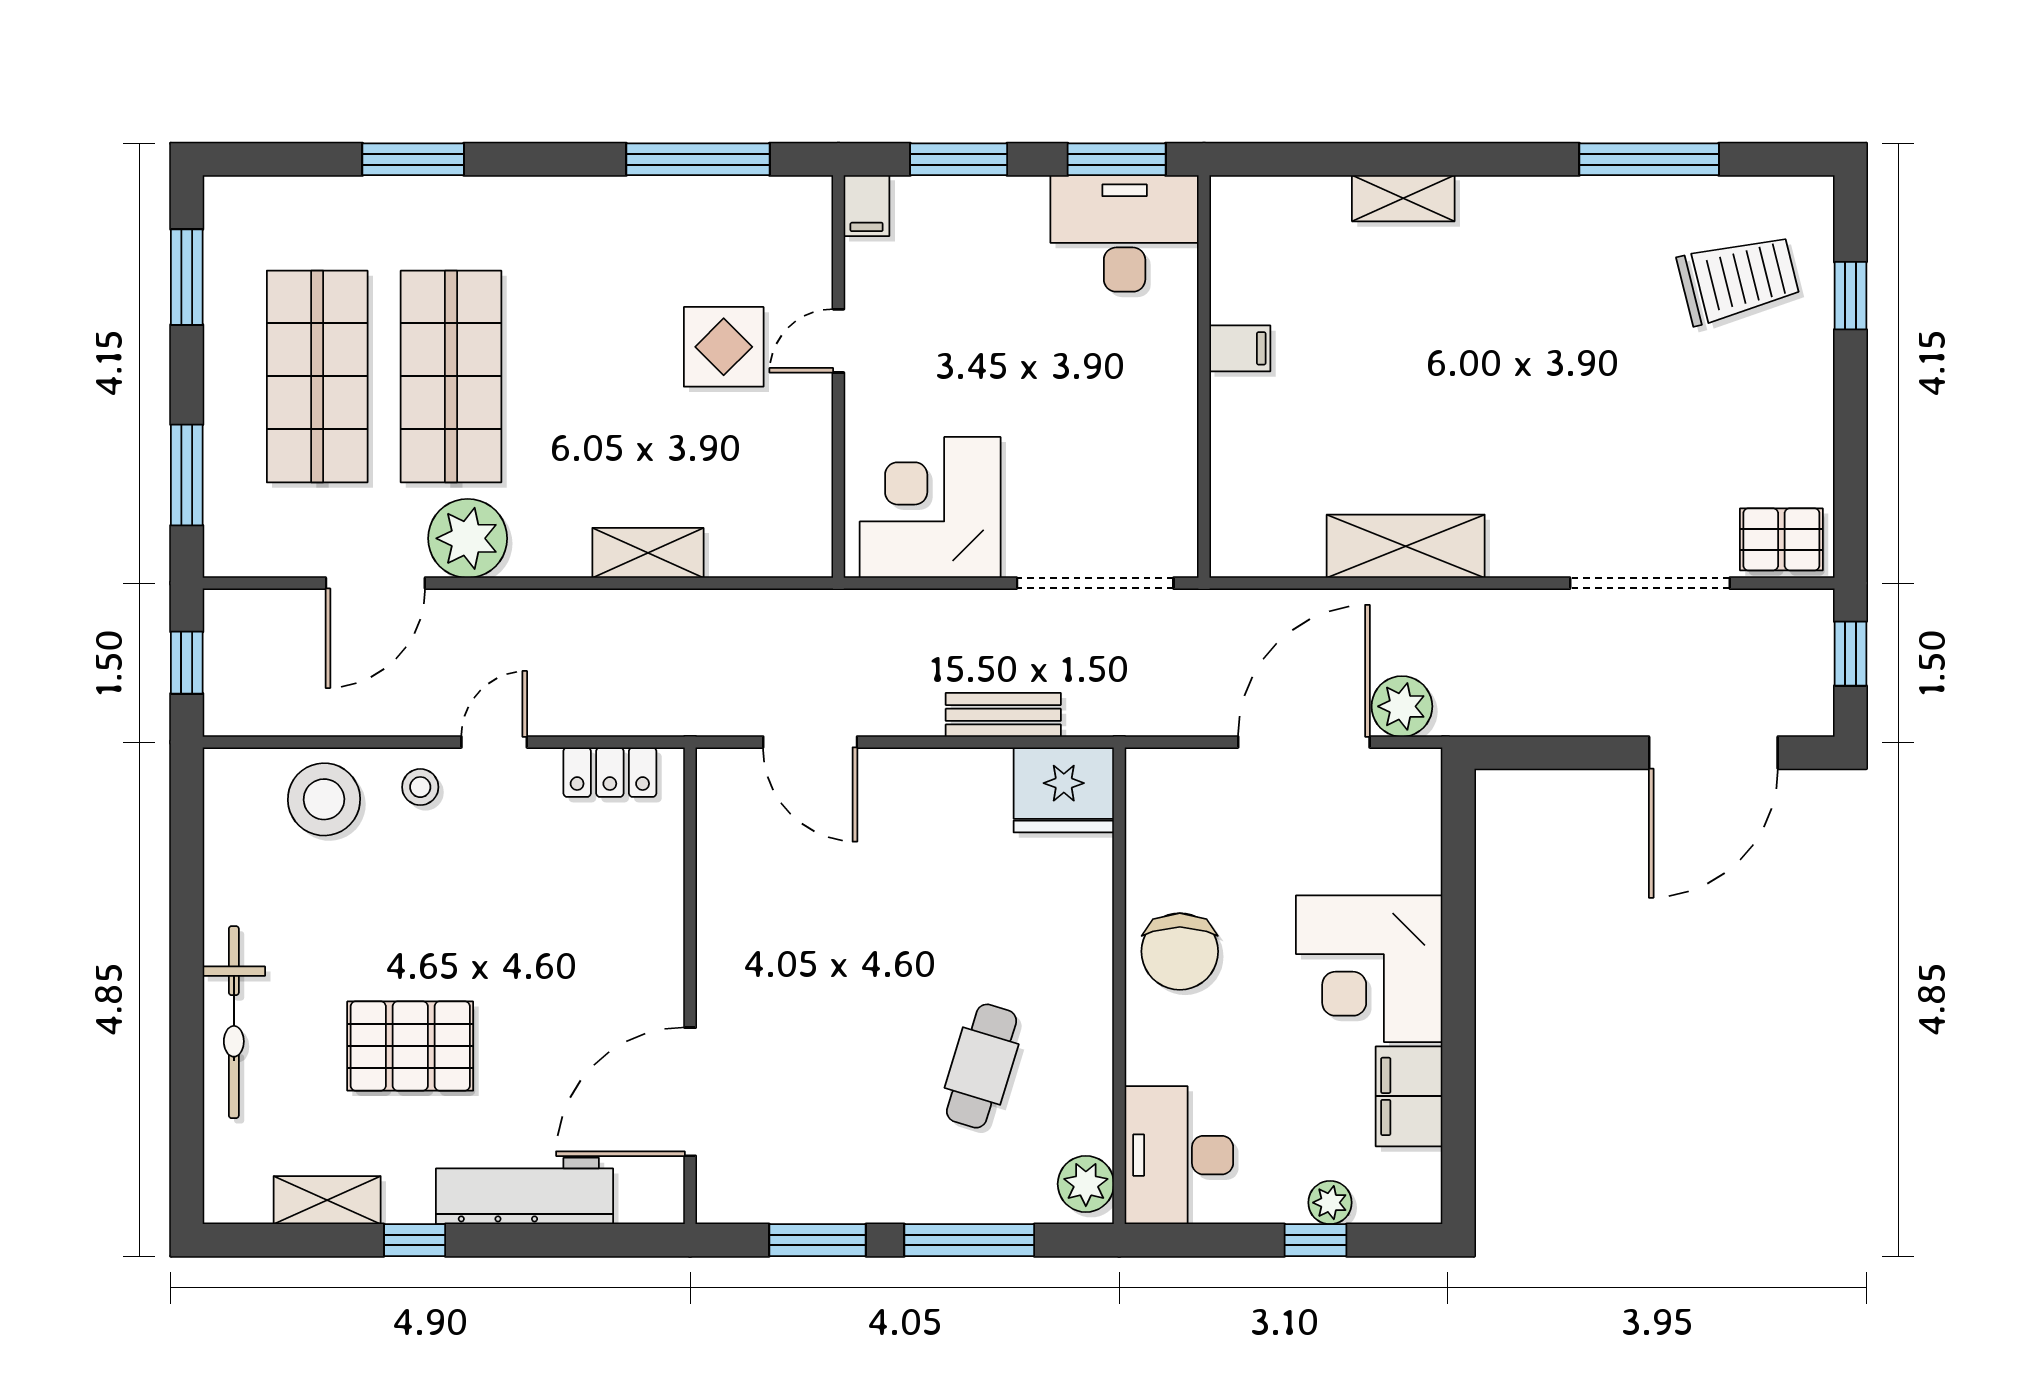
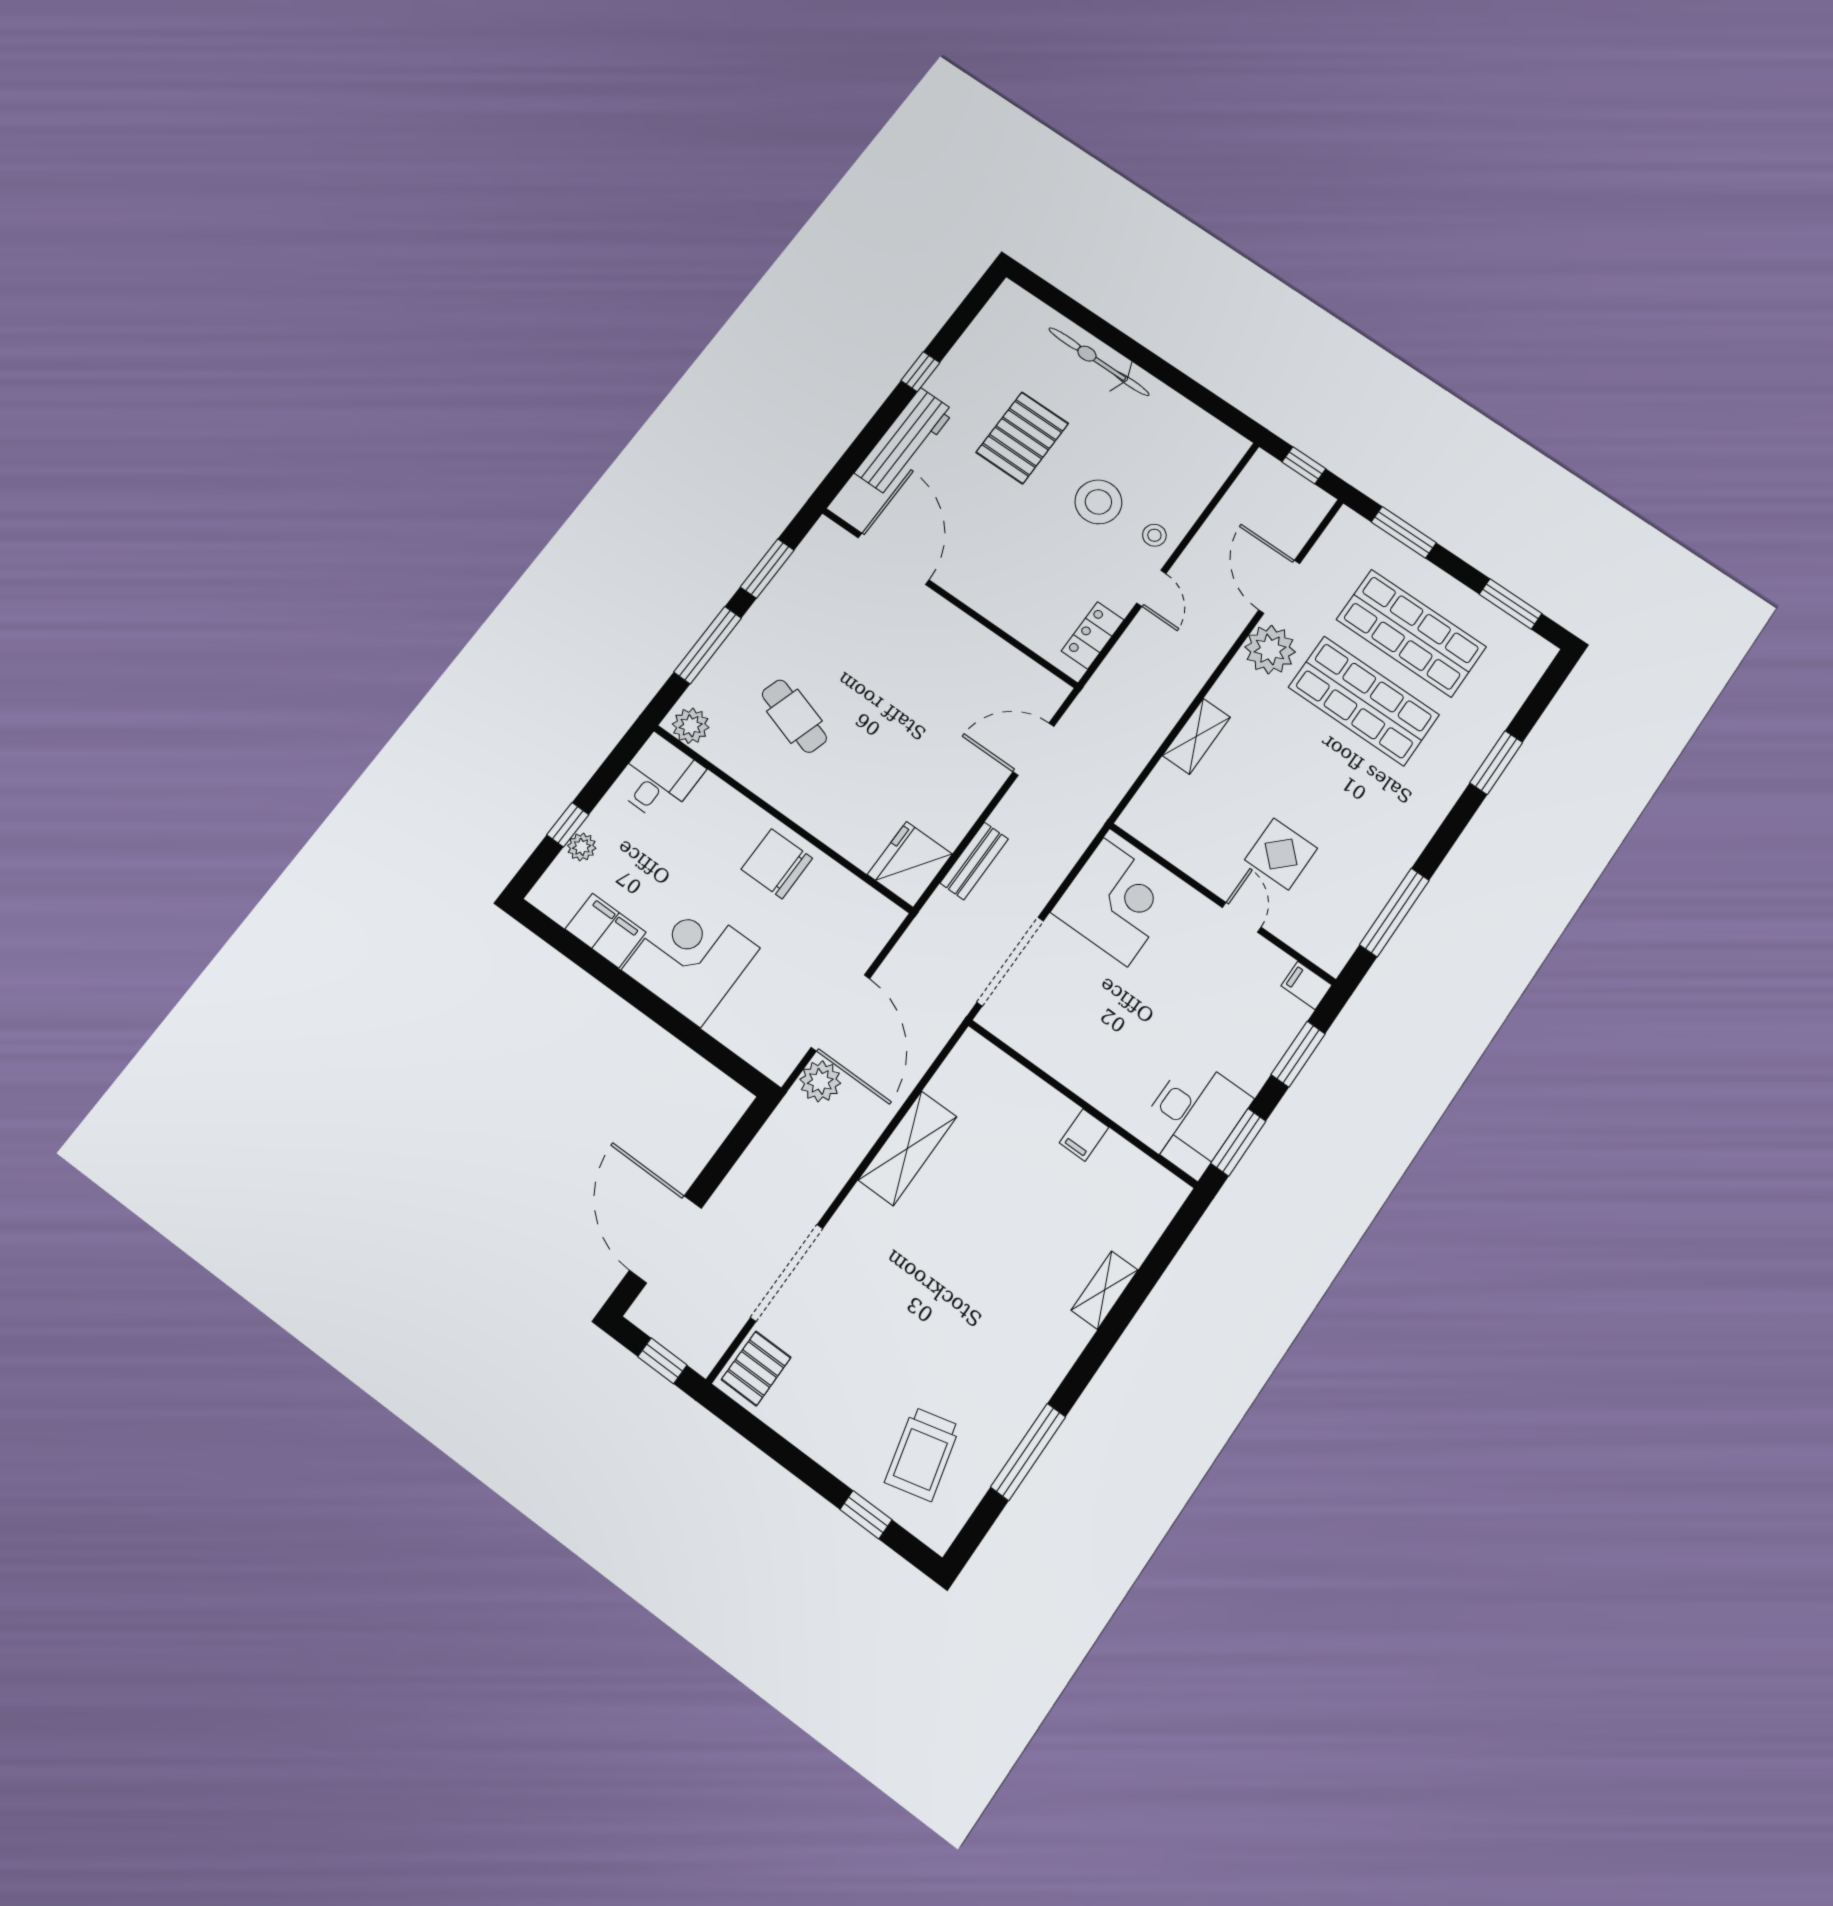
stool: (324, 799) -> (1098, 502), moved
desk: (1179, 1155) -> (659, 778), width x0.73
shelving: (327, 1200) -> (973, 344), removed

